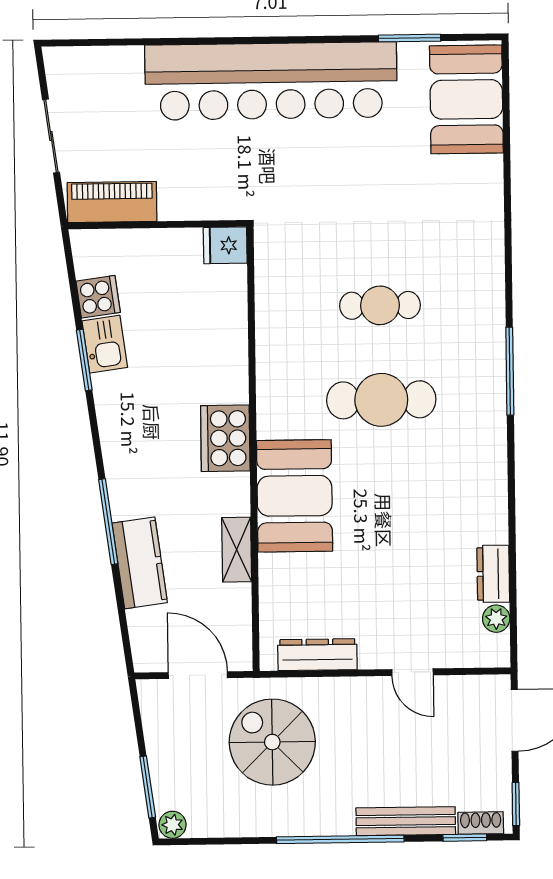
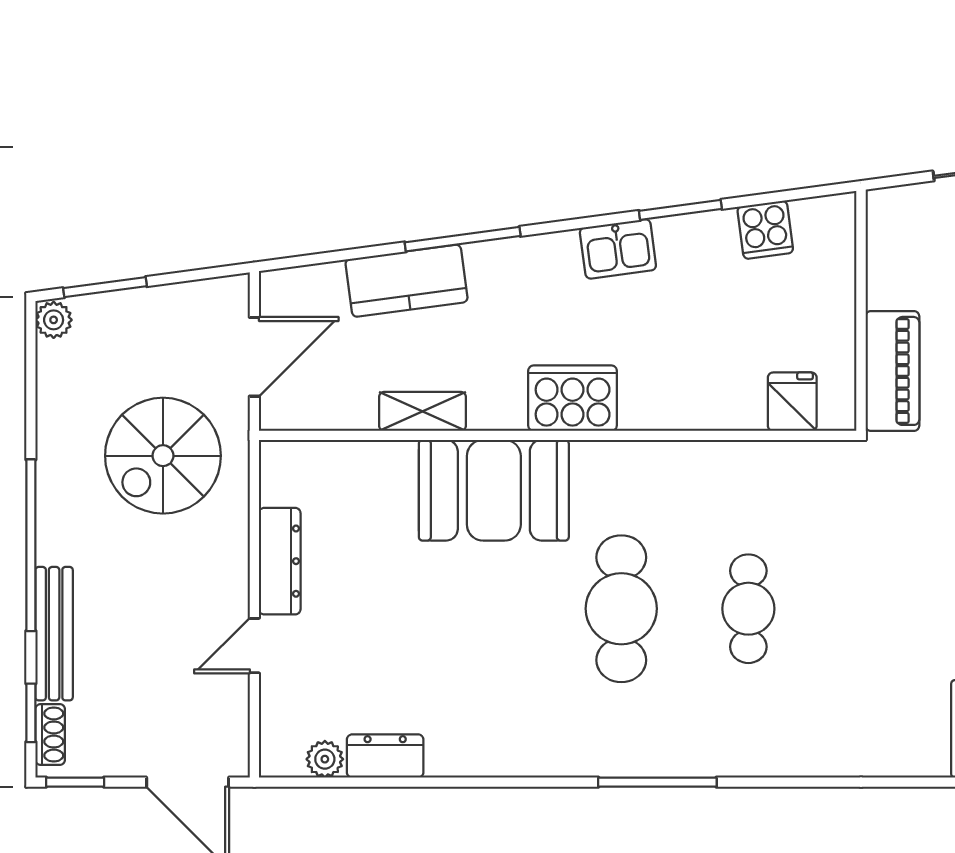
piano: (112, 202) -> (892, 371), moved
fridge: (225, 245) -> (792, 402), moved
kitchen sink: (105, 344) -> (618, 249), moved
dresser: (317, 655) -> (280, 561), moved
spiral stairs: (272, 742) -> (163, 456), turned 180

